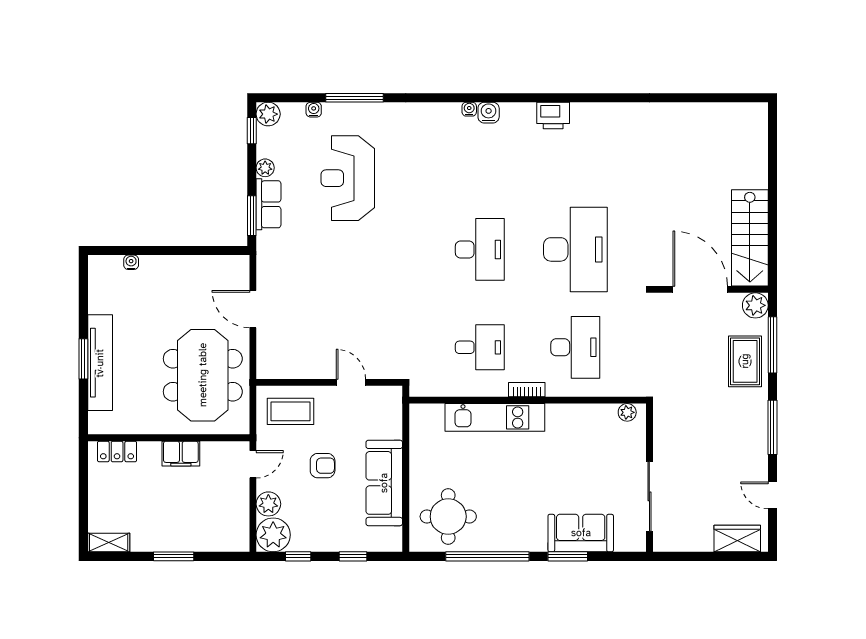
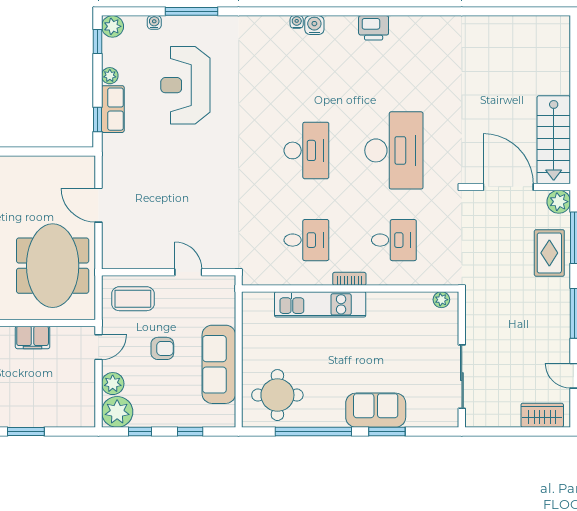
window: (252, 216) -> (98, 120), width x0.67
desk: (575, 347) -> (394, 240), width x0.73
sofa: (581, 533) -> (376, 410), moved

